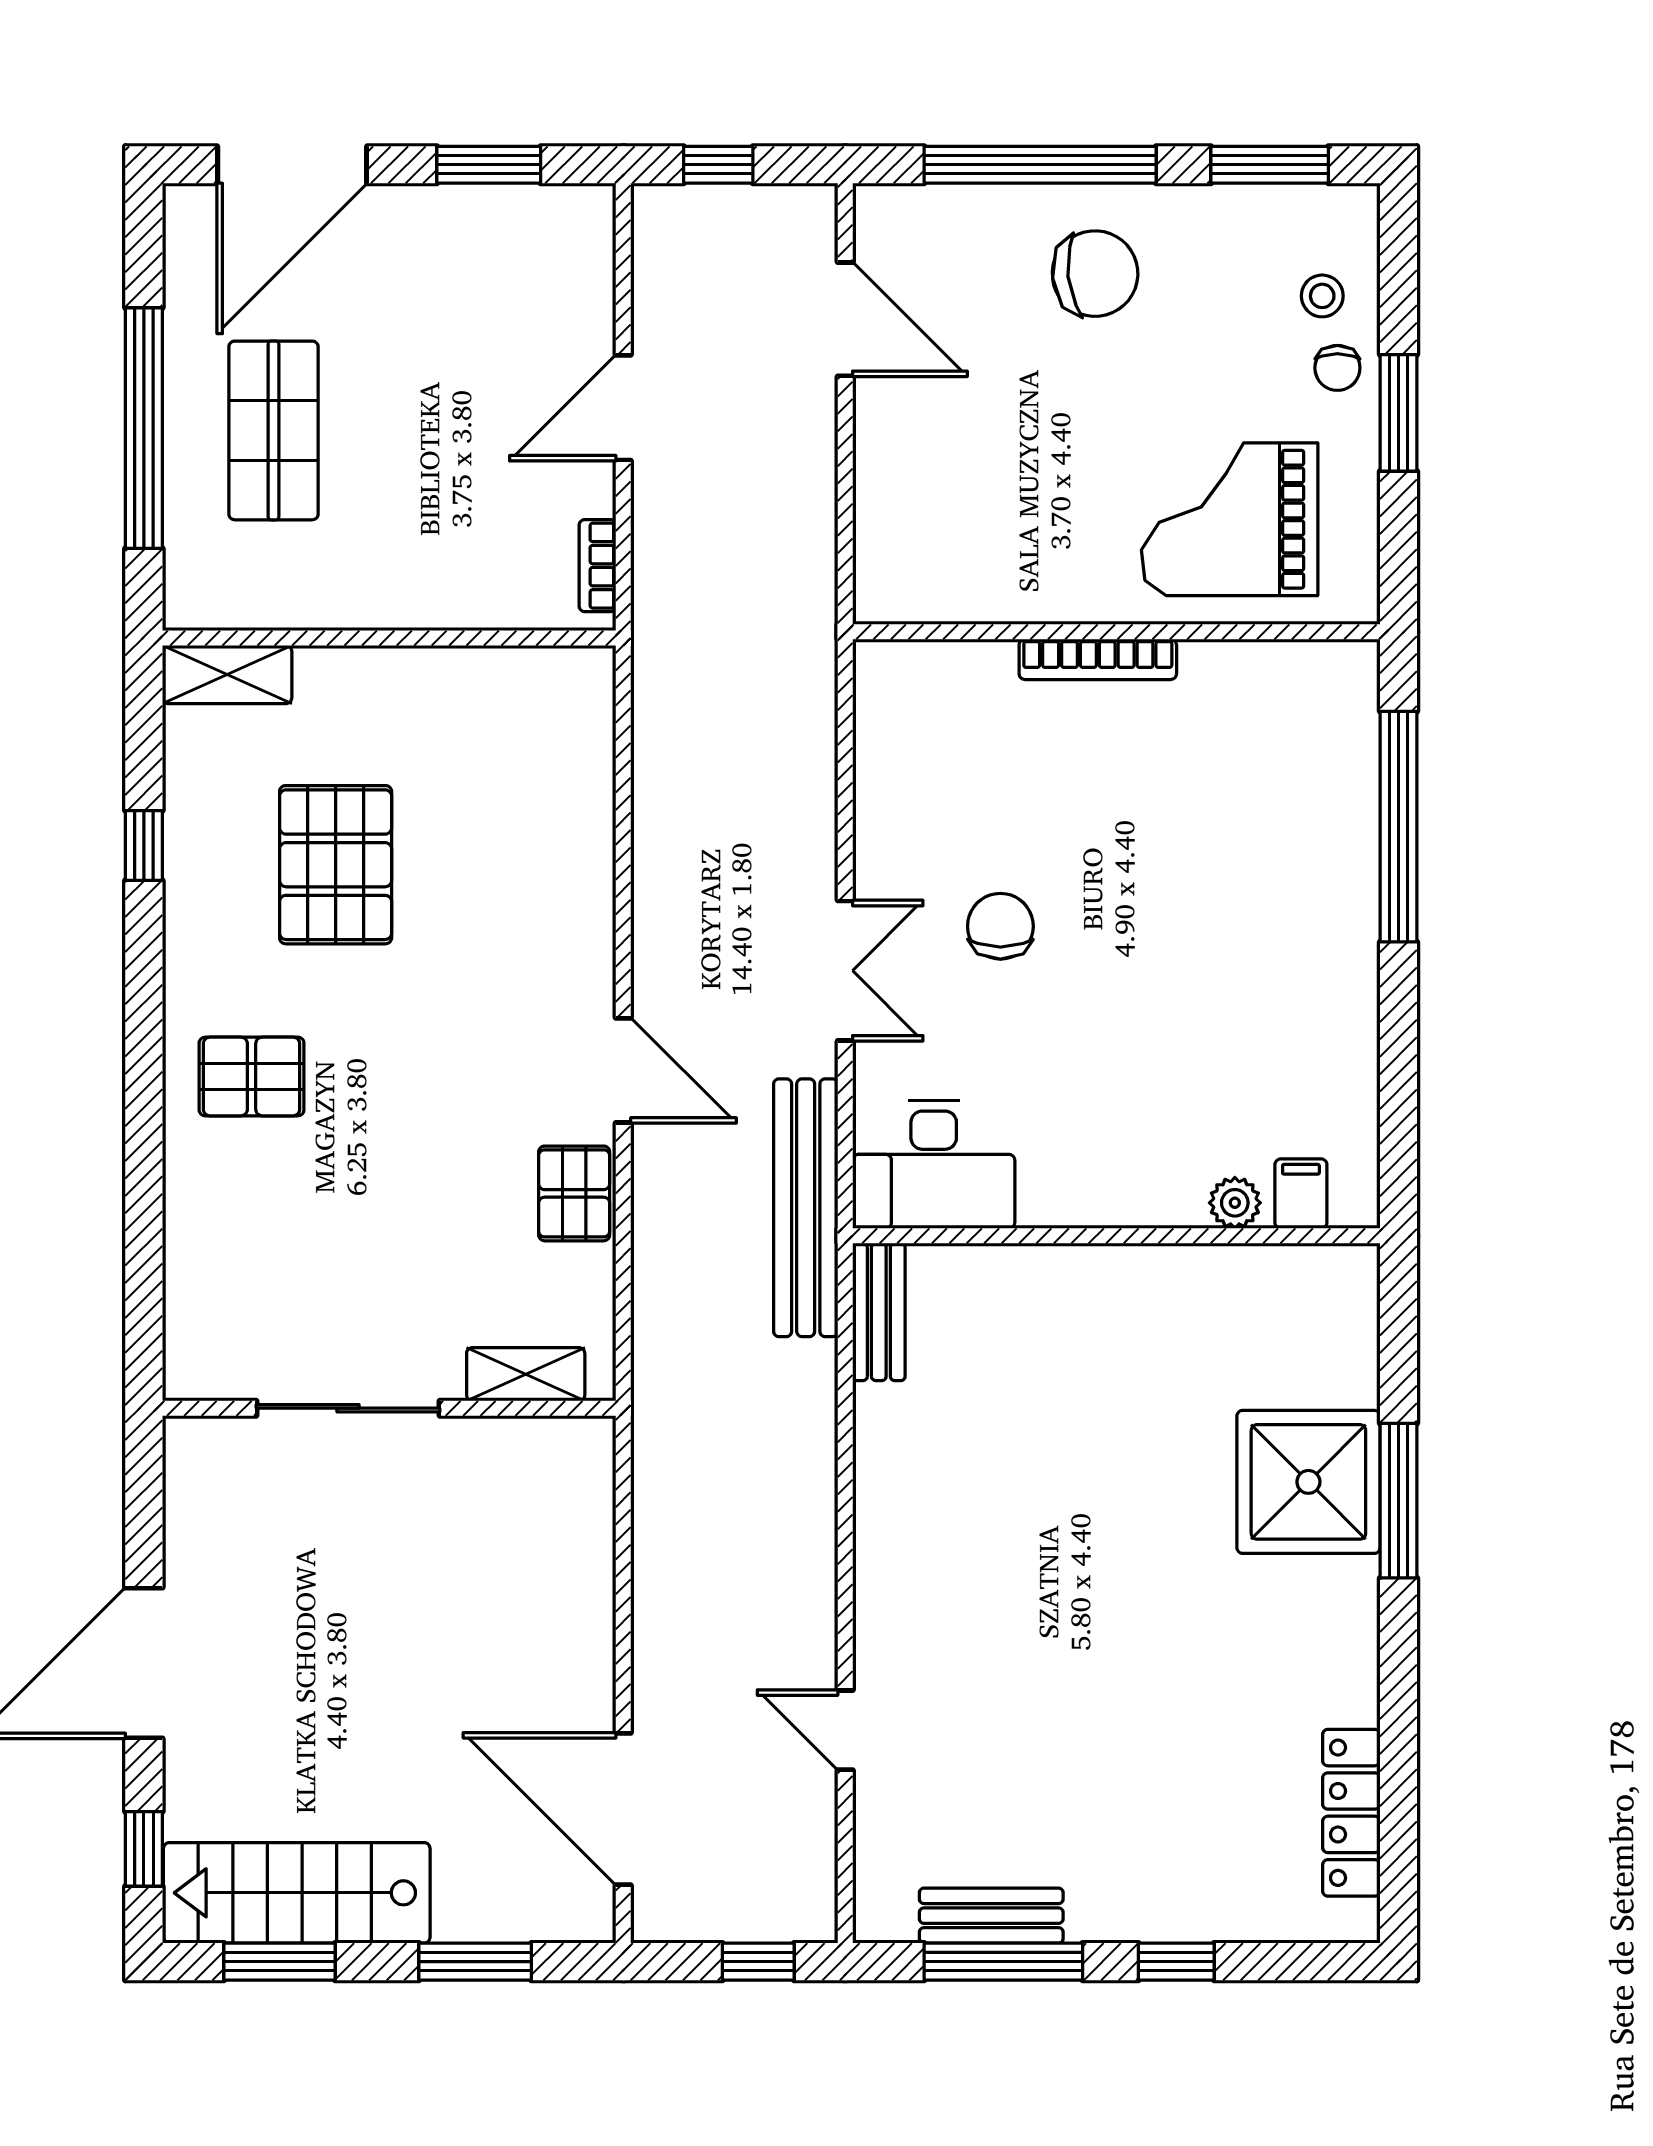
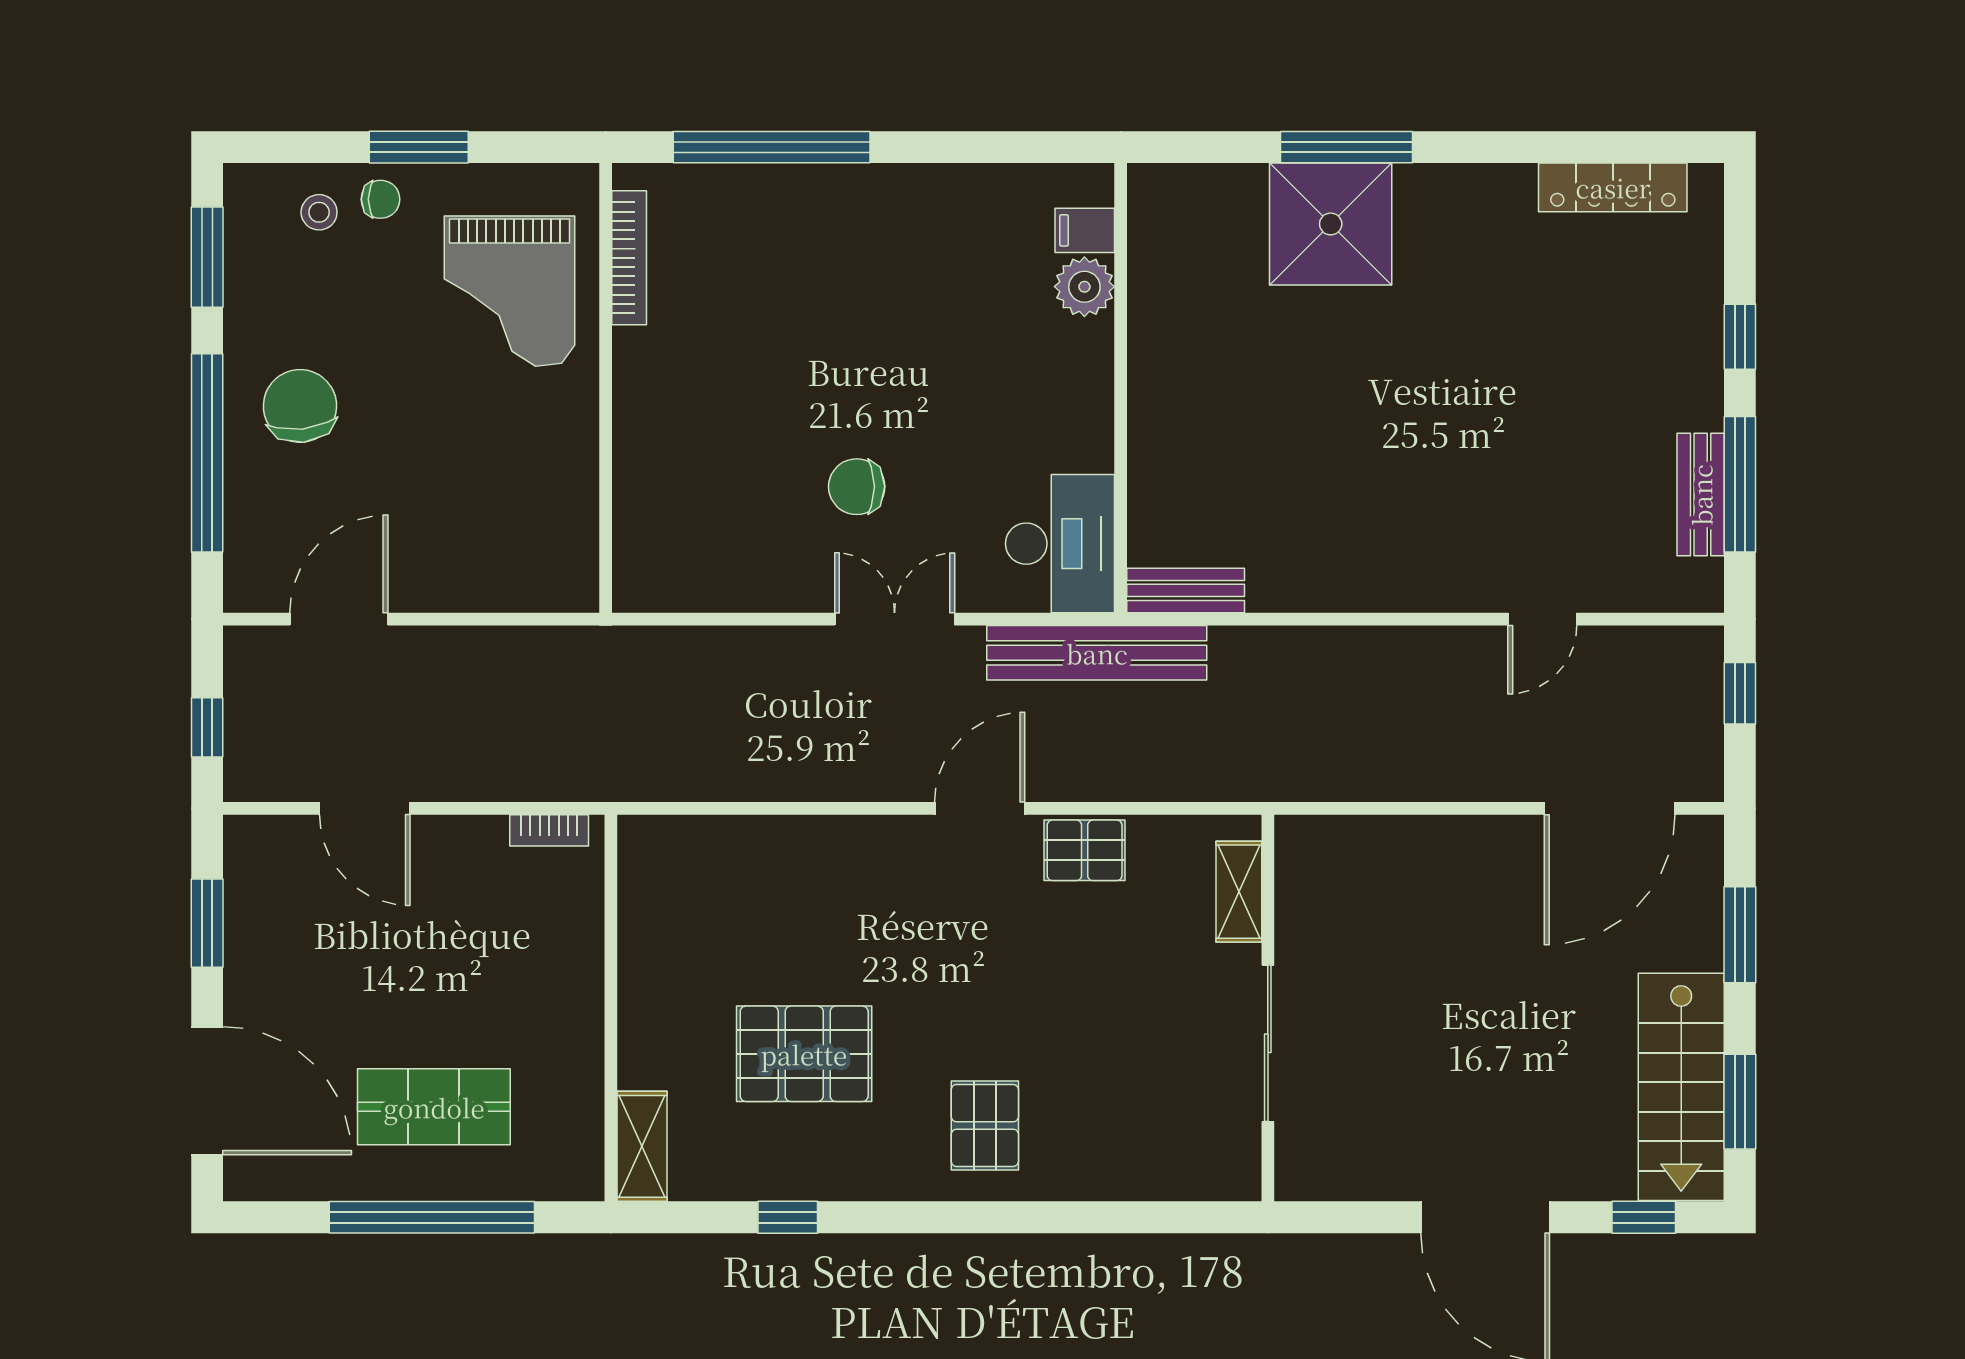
door: (623, 408) -> (365, 808), moved
bookcase: (1098, 659) -> (629, 258), moved
plant: (1235, 1203) -> (1084, 287), width x1.38, depth x1.38

